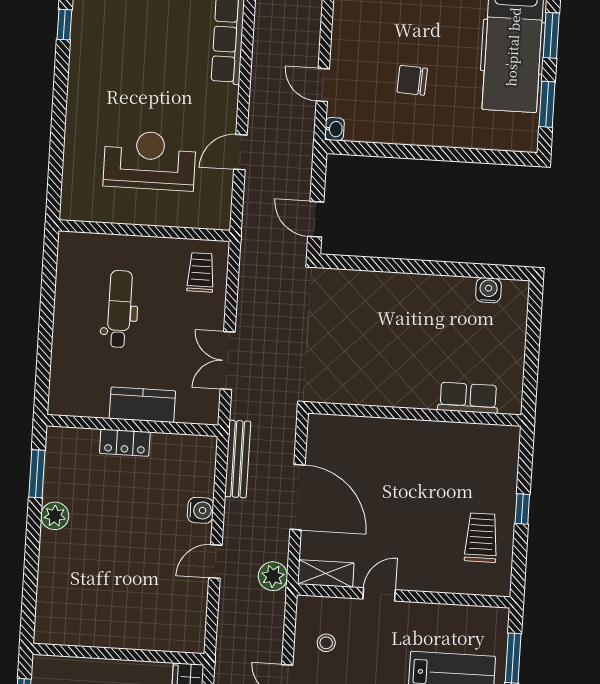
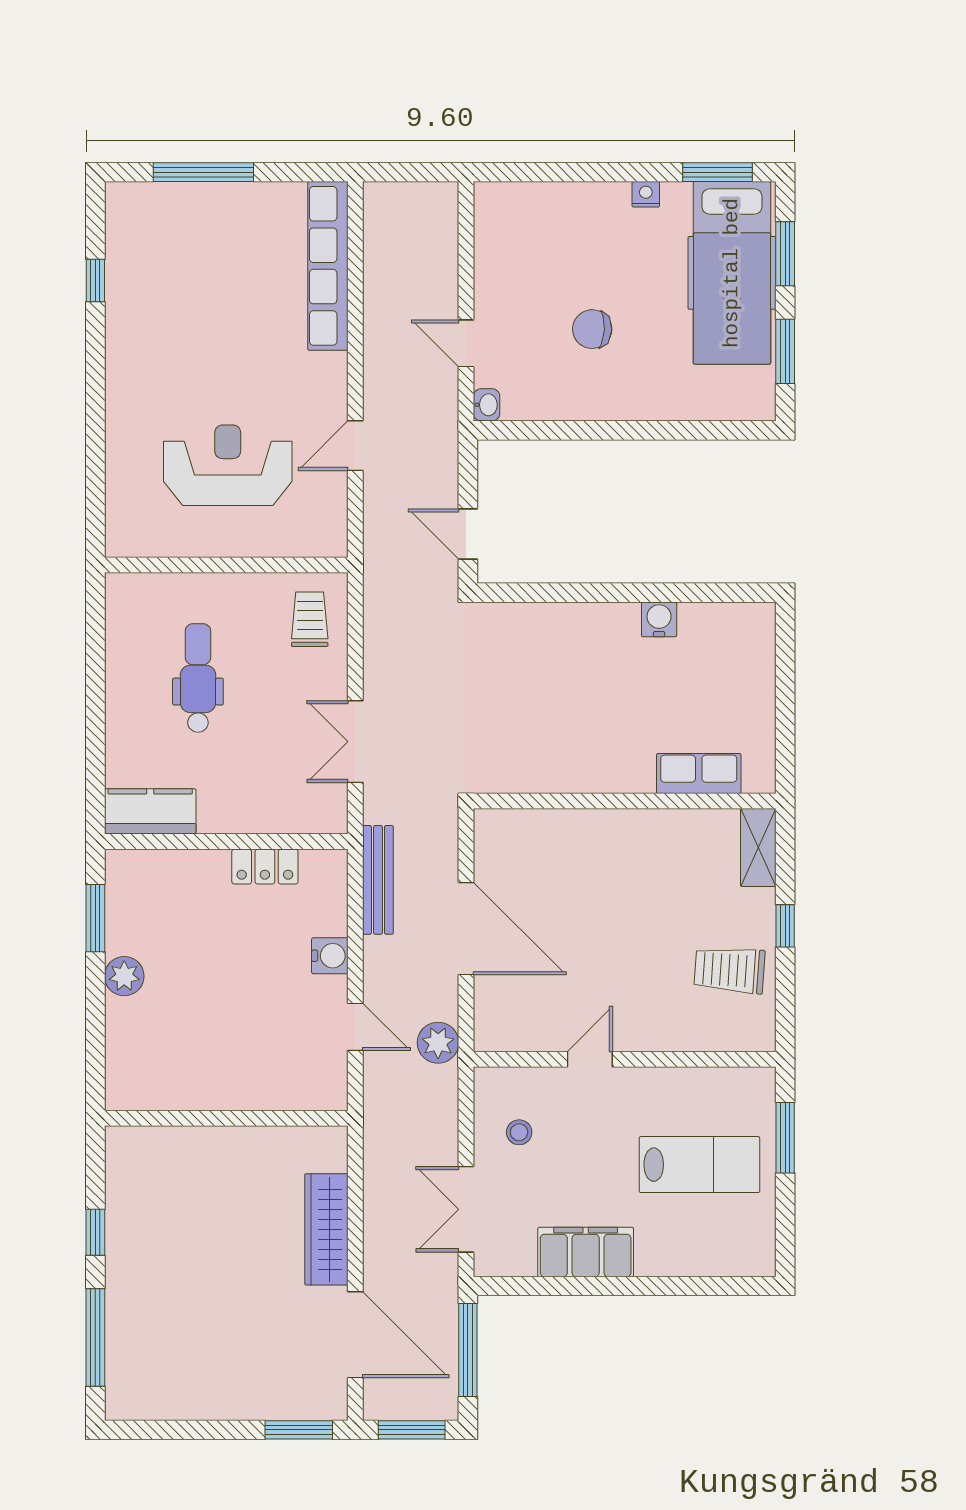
water cooler: (488, 290) -> (659, 619), moved
kitchen counter: (142, 405) -> (150, 811), moved
locker: (125, 443) -> (265, 867), moved
trolley: (481, 538) -> (729, 970), turned -86
door: (215, 562) -> (355, 1027), swing flipped
shelving: (326, 573) -> (758, 847), moved, turned 90
wall: (118, 654) -> (226, 1118), moved

